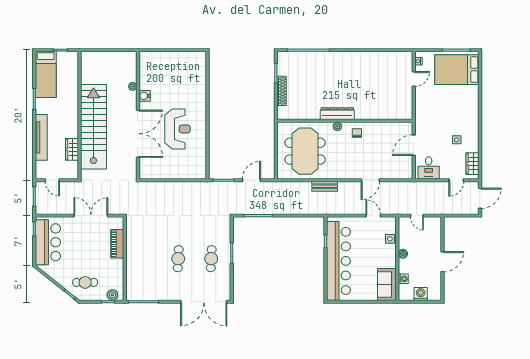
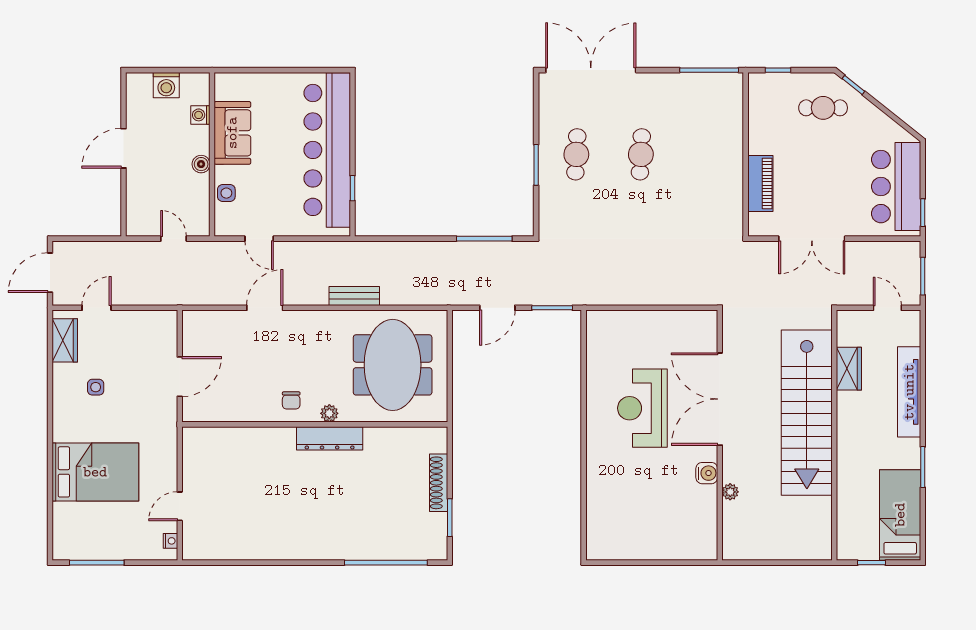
bed: (457, 70) -> (95, 472), moved
desk: (429, 168) -> (151, 332), removed
sofa: (387, 285) -> (232, 133), moved
plant: (112, 295) -> (770, 84), removed

